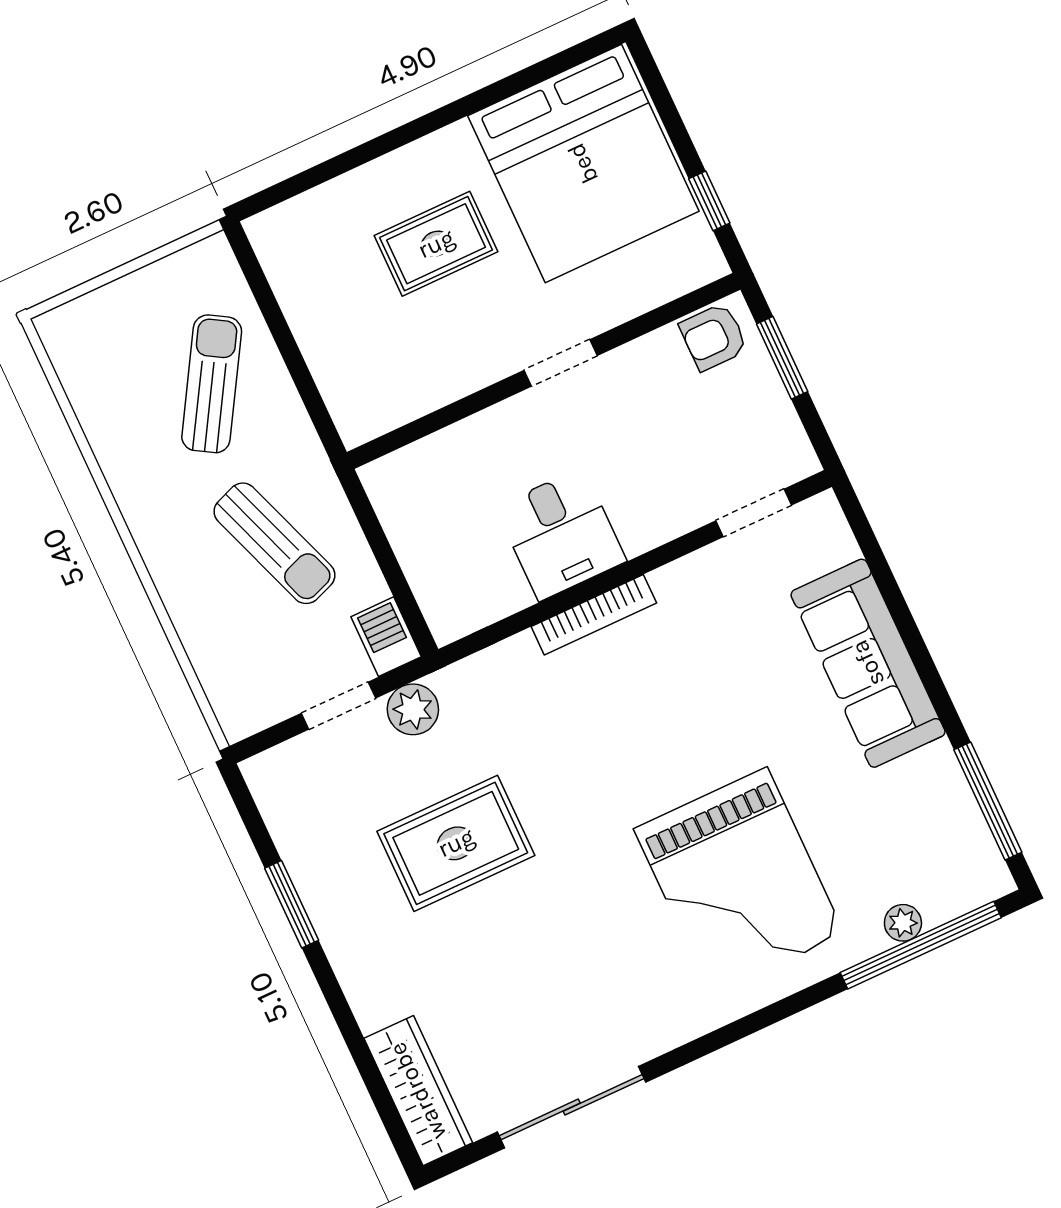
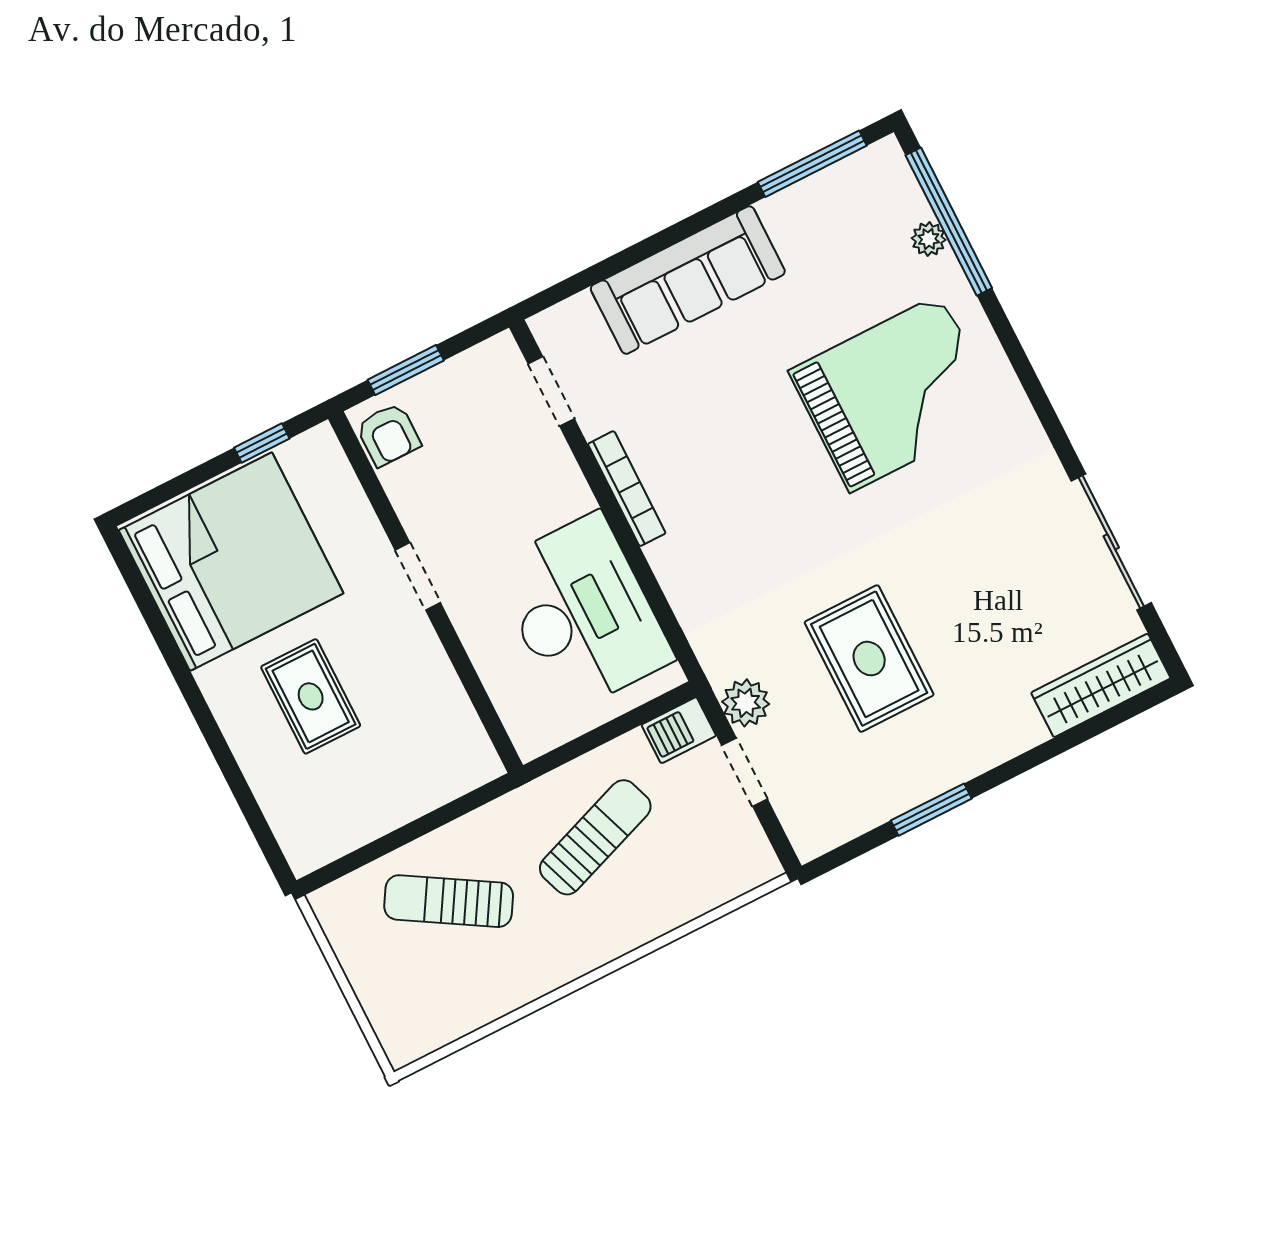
desk: (561, 534) -> (582, 613), width x1.87, depth x1.30
bookcase: (594, 615) -> (627, 489), moved

